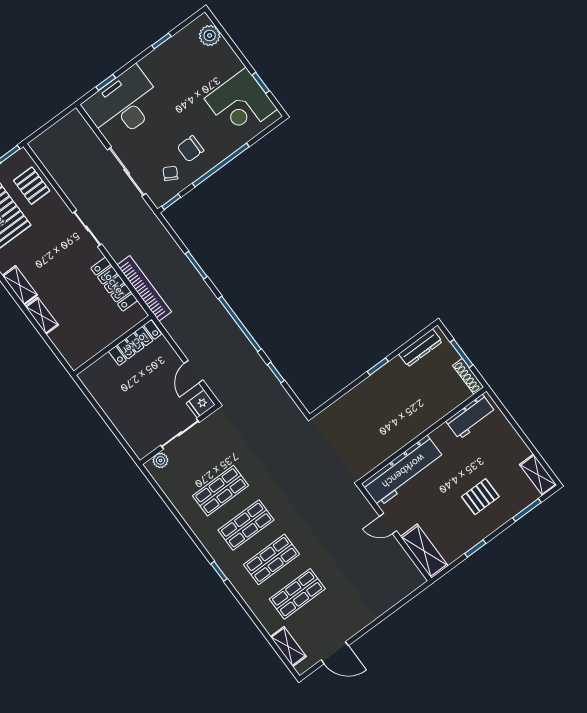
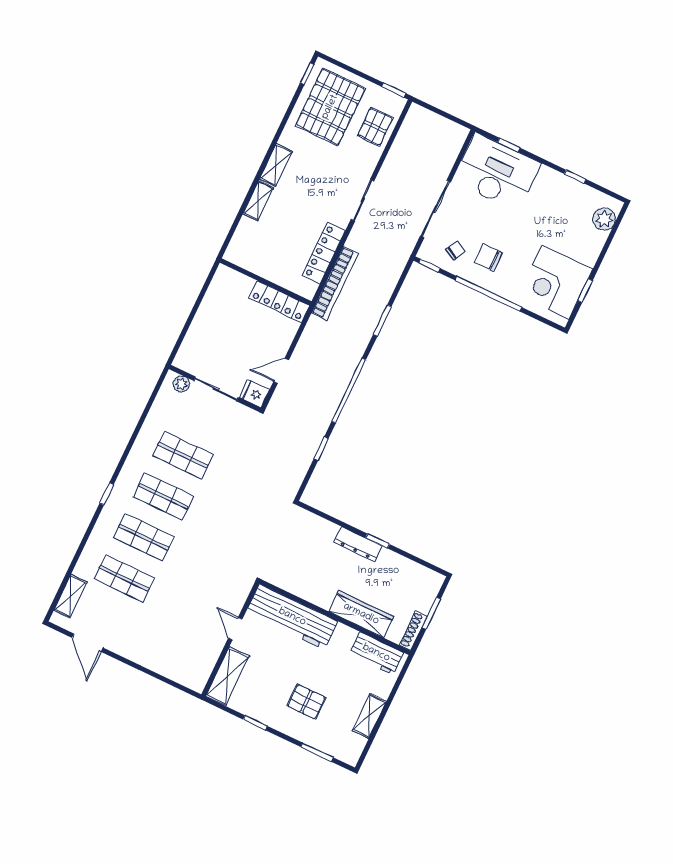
dresser: (420, 348) -> (358, 544), moved
wardrobe: (431, 412) -> (361, 614), added
shelving: (538, 475) -> (369, 716), moved

